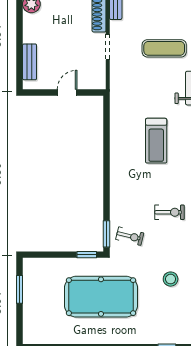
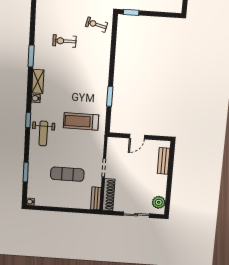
exercise mat: (164, 48) -> (67, 174), moved
treadmill: (156, 141) -> (81, 121), moved, turned -90
window: (106, 234) -> (110, 96), moved

